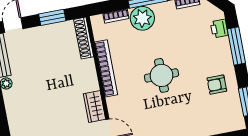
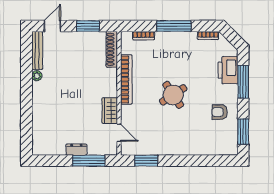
plant: (142, 18) -> (166, 42), removed
printer: (219, 29) -> (228, 70), width x1.87, depth x1.48
round table: (161, 75) -> (173, 95), turned -33

